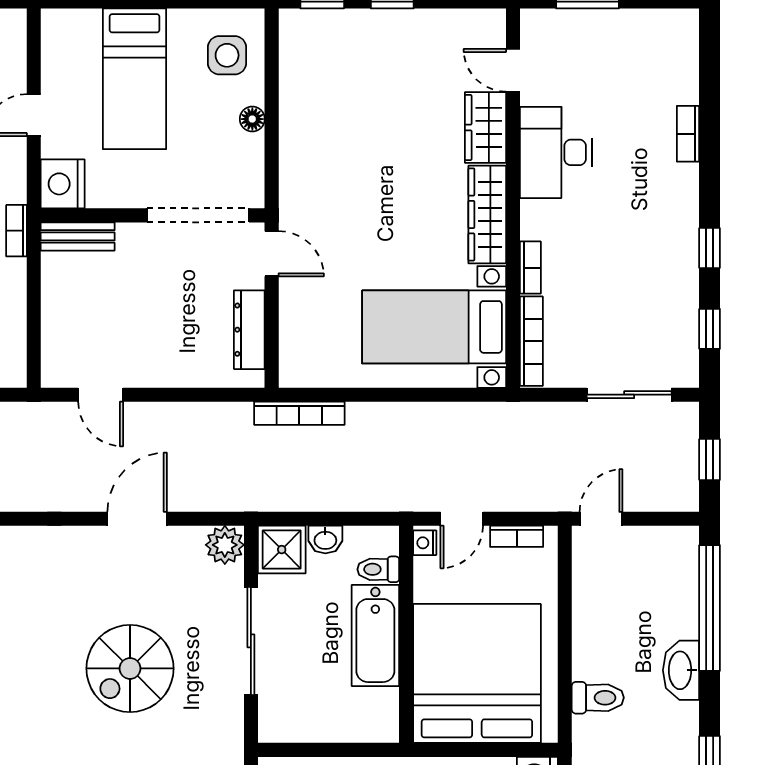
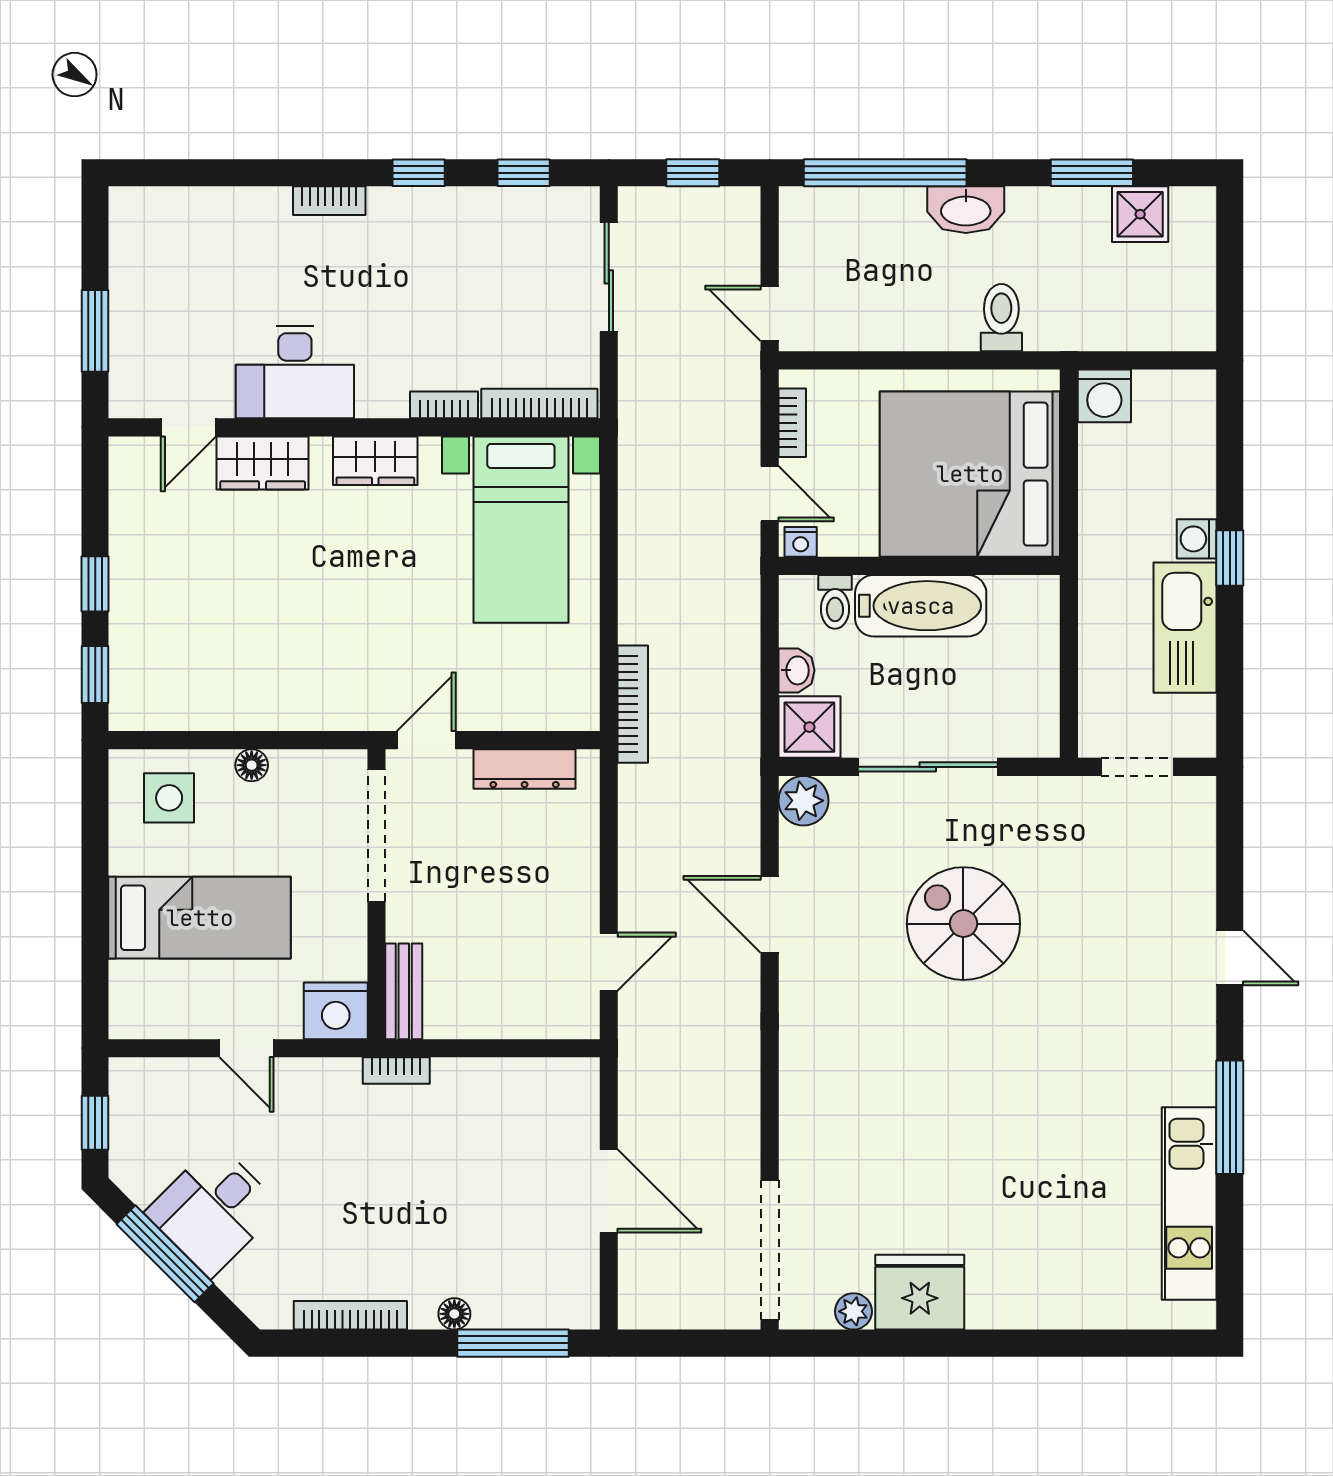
bookcase: (688, 134) -> (329, 201), moved
wardrobe: (487, 214) -> (375, 461), width x0.67
spiral stairs: (130, 668) -> (963, 924), turned 180

